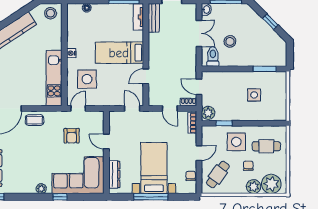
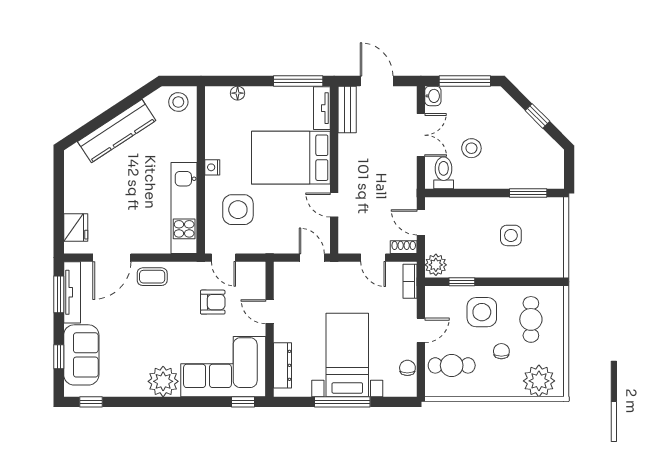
bed: (119, 53) -> (291, 158), width x1.50
door: (146, 76) -> (334, 205), hinge flipped
door: (78, 108) -> (224, 258), swing flipped
armchair: (72, 136) -> (213, 302), turned -90
cafe table: (266, 146) -> (531, 319), turned 90
cafe table: (218, 174) -> (452, 365), turned 54
plant: (254, 187) -> (510, 385), removed
plant: (41, 189) -> (163, 381), width x1.87, depth x1.87
window: (60, 197) -> (243, 402), moved

